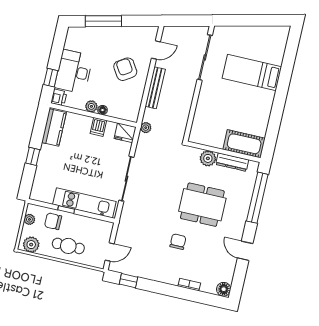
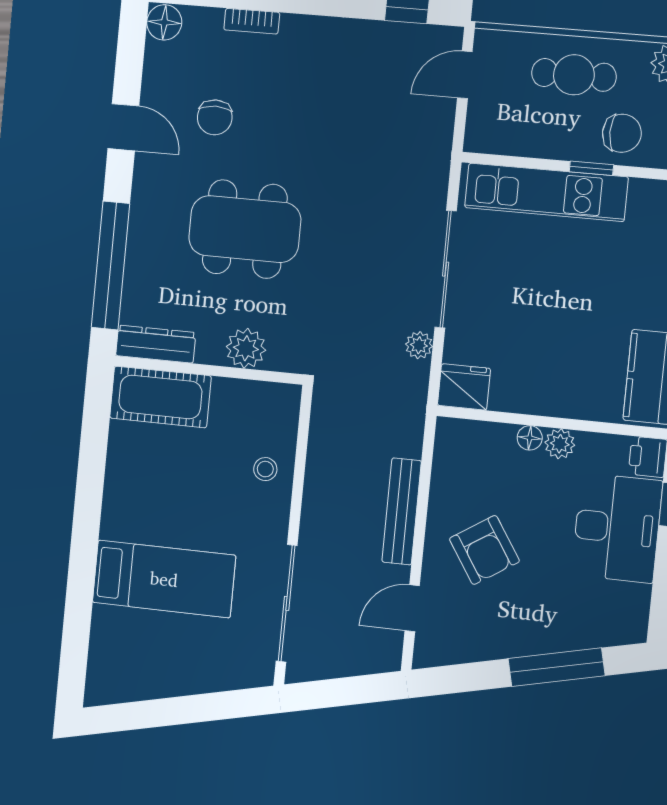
stool: (206, 111) -> (265, 469), added
dishwasher: (98, 127) -> (535, 393), removed
plant: (146, 128) -> (419, 345), moved
dresser: (232, 162) -> (156, 344), moved
chair: (178, 242) -> (215, 117), moved

